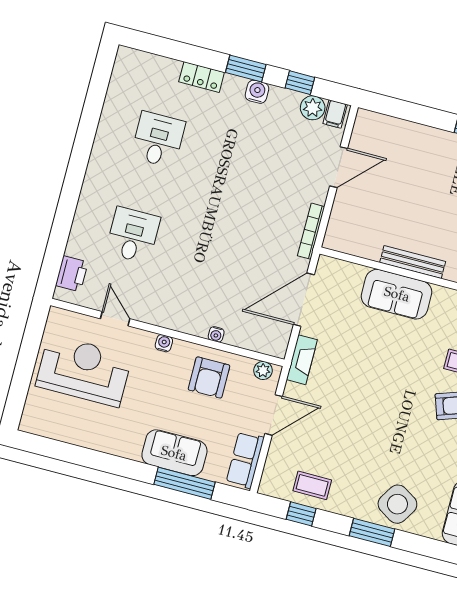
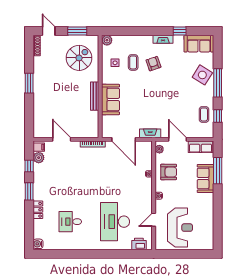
water cooler: (257, 92) -> (38, 244), moved
desk: (133, 235) -> (115, 222), width x1.87, depth x1.30
reception desk: (84, 371) -> (180, 228), turned 180
window: (372, 532) -> (218, 83), width x1.44

